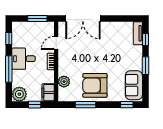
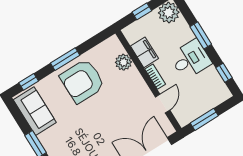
window: (9, 69) -> (201, 35), width x0.69
armchair: (95, 85) -> (82, 81), turned 180
filing cabinet: (48, 93) -> (144, 52), moved
window: (85, 105) -> (65, 59), moved

